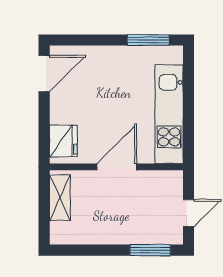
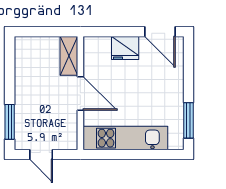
fridge: (63, 141) -> (125, 48), moved
shelving: (60, 198) -> (69, 56), moved, turned 90

